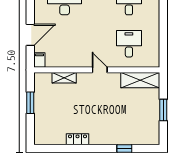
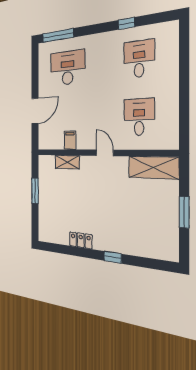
filing cabinet: (39, 60) -> (70, 140), moved
window: (124, 149) -> (113, 257), moved

